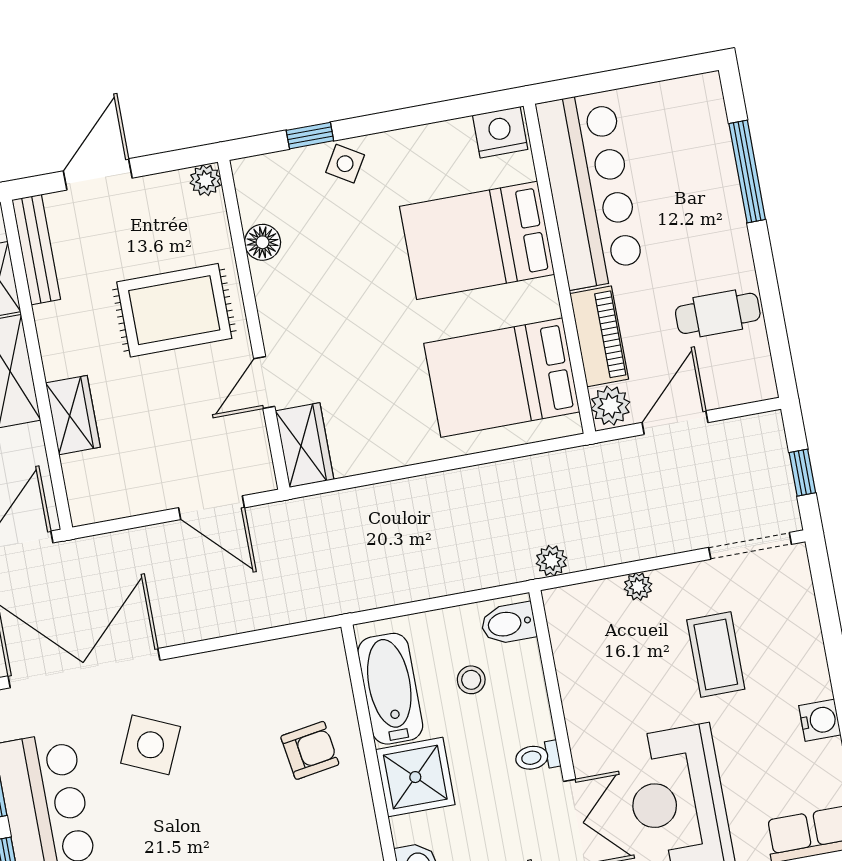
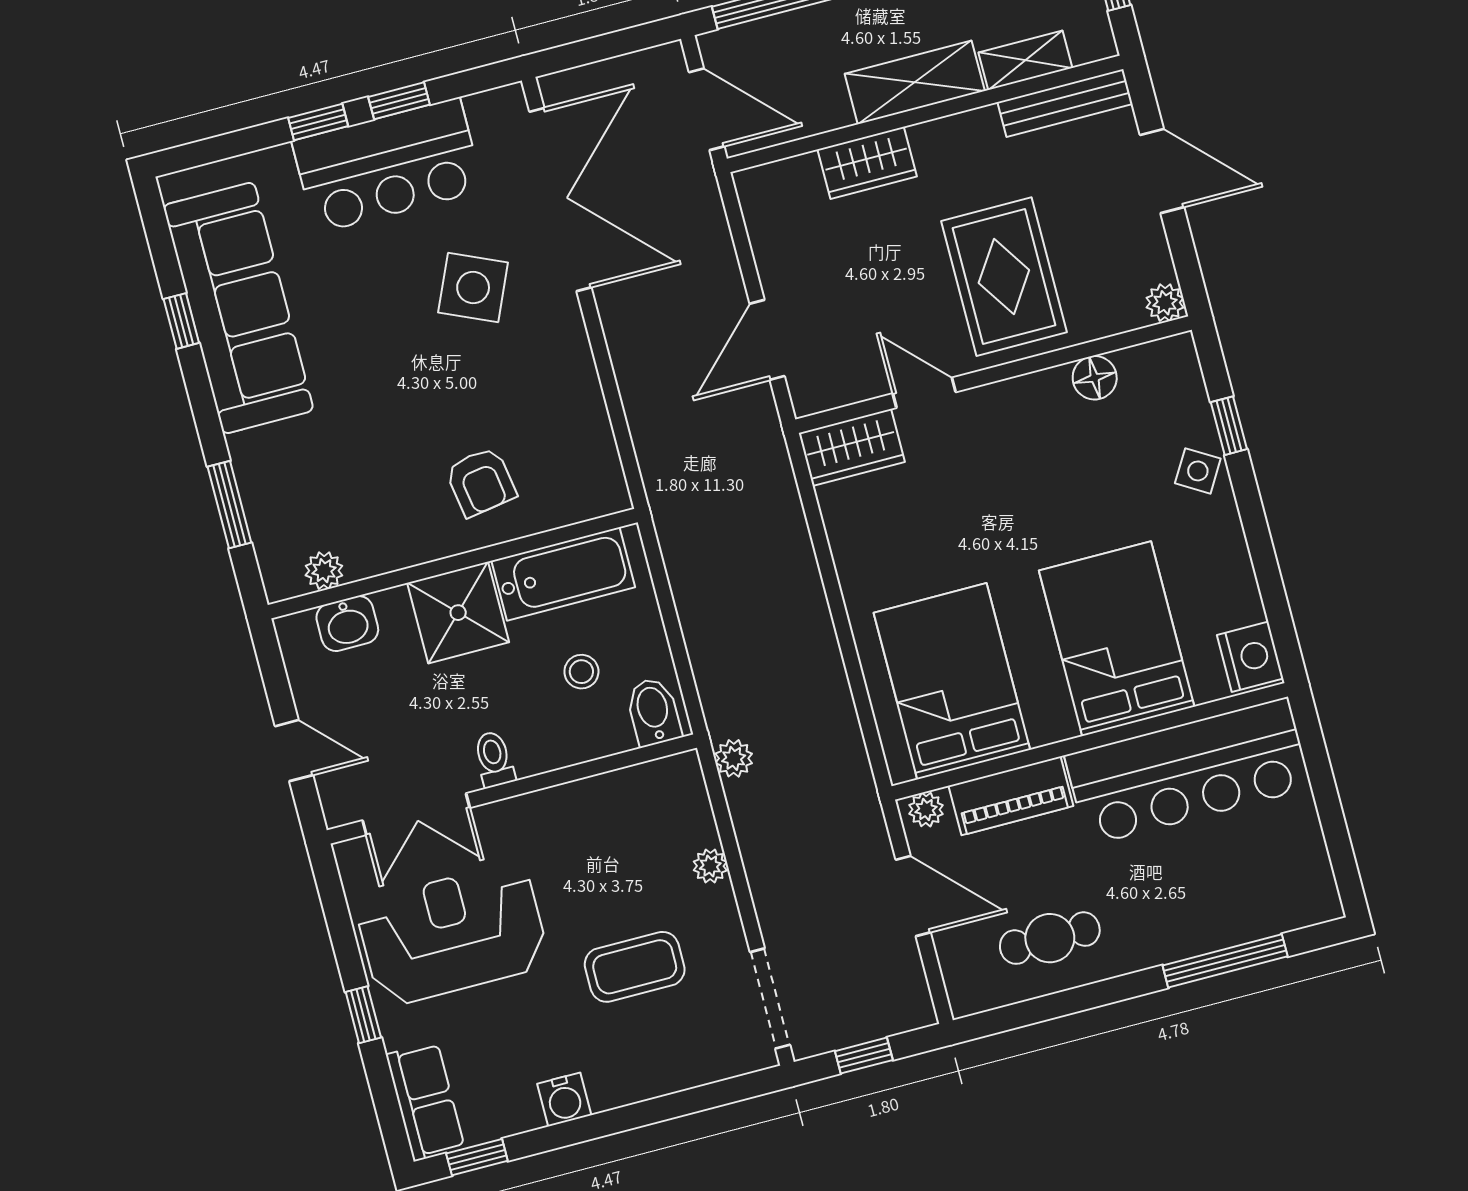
cafe table: (718, 313) -> (1050, 938), turned 90
plant: (610, 406) -> (926, 810), width x0.73, depth x0.73

